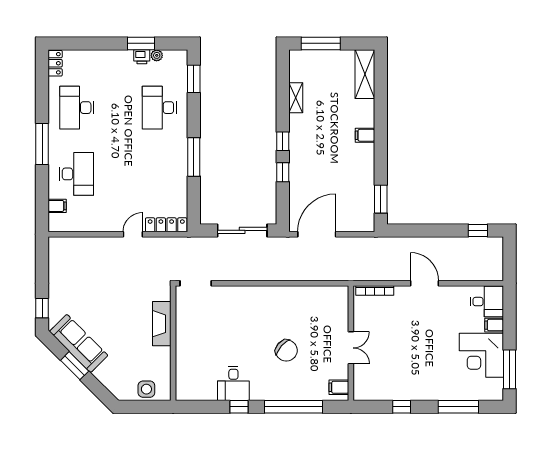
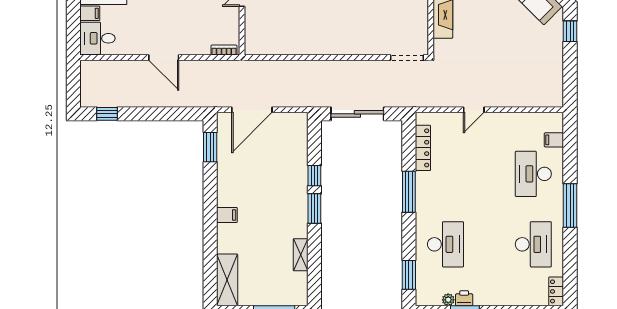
window: (283, 141) -> (314, 209), width x1.50
locker: (166, 225) -> (423, 148), moved, turned -90
door: (317, 234) -> (252, 110), moved
bookcase: (375, 290) -> (224, 50), width x0.64

